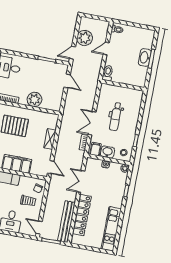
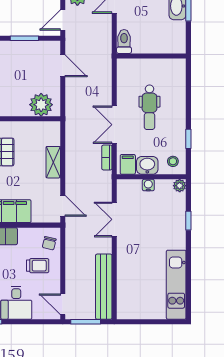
plant: (34, 99) -> (41, 105), moved
locker: (82, 215) -> (126, 272), removed

